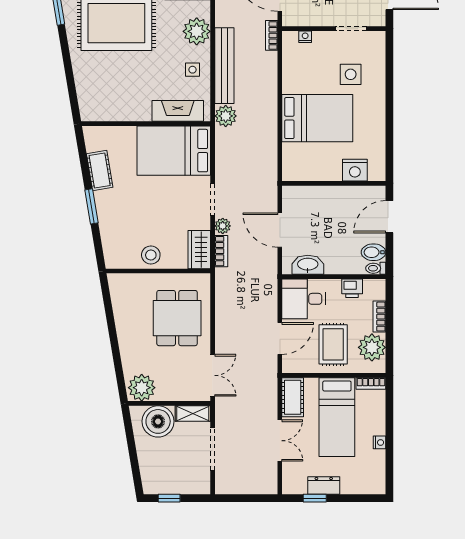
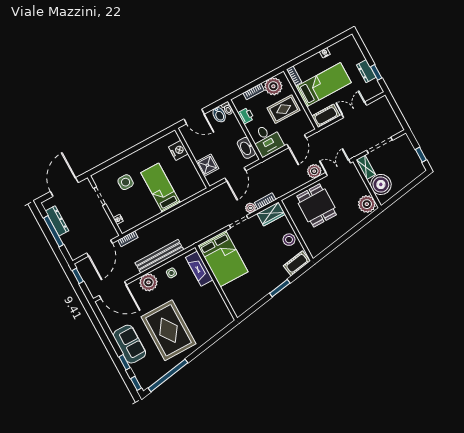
plant: (226, 116) -> (314, 171), moved
bed: (317, 118) -> (160, 188), width x0.67
cot: (100, 170) -> (297, 263), moved
shower: (313, 199) -> (207, 165), added
dining table: (177, 318) -> (317, 205), turned 90
door: (280, 338) -> (297, 141), swing flipped

